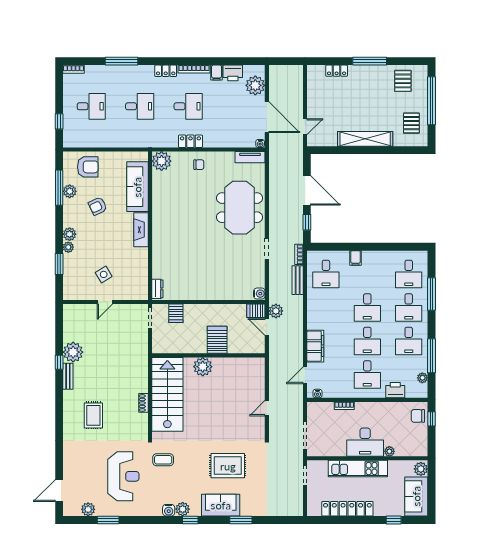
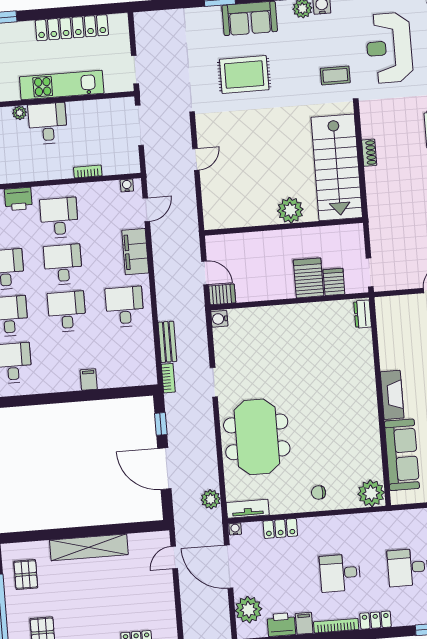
locker: (190, 141) -> (280, 528), moved
desk: (326, 274) -> (125, 307), moved
plant: (276, 311) -> (211, 499), moved
server rack: (217, 340) -> (308, 278), moved, turned 180
desk: (365, 442) -> (48, 123), width x0.73

